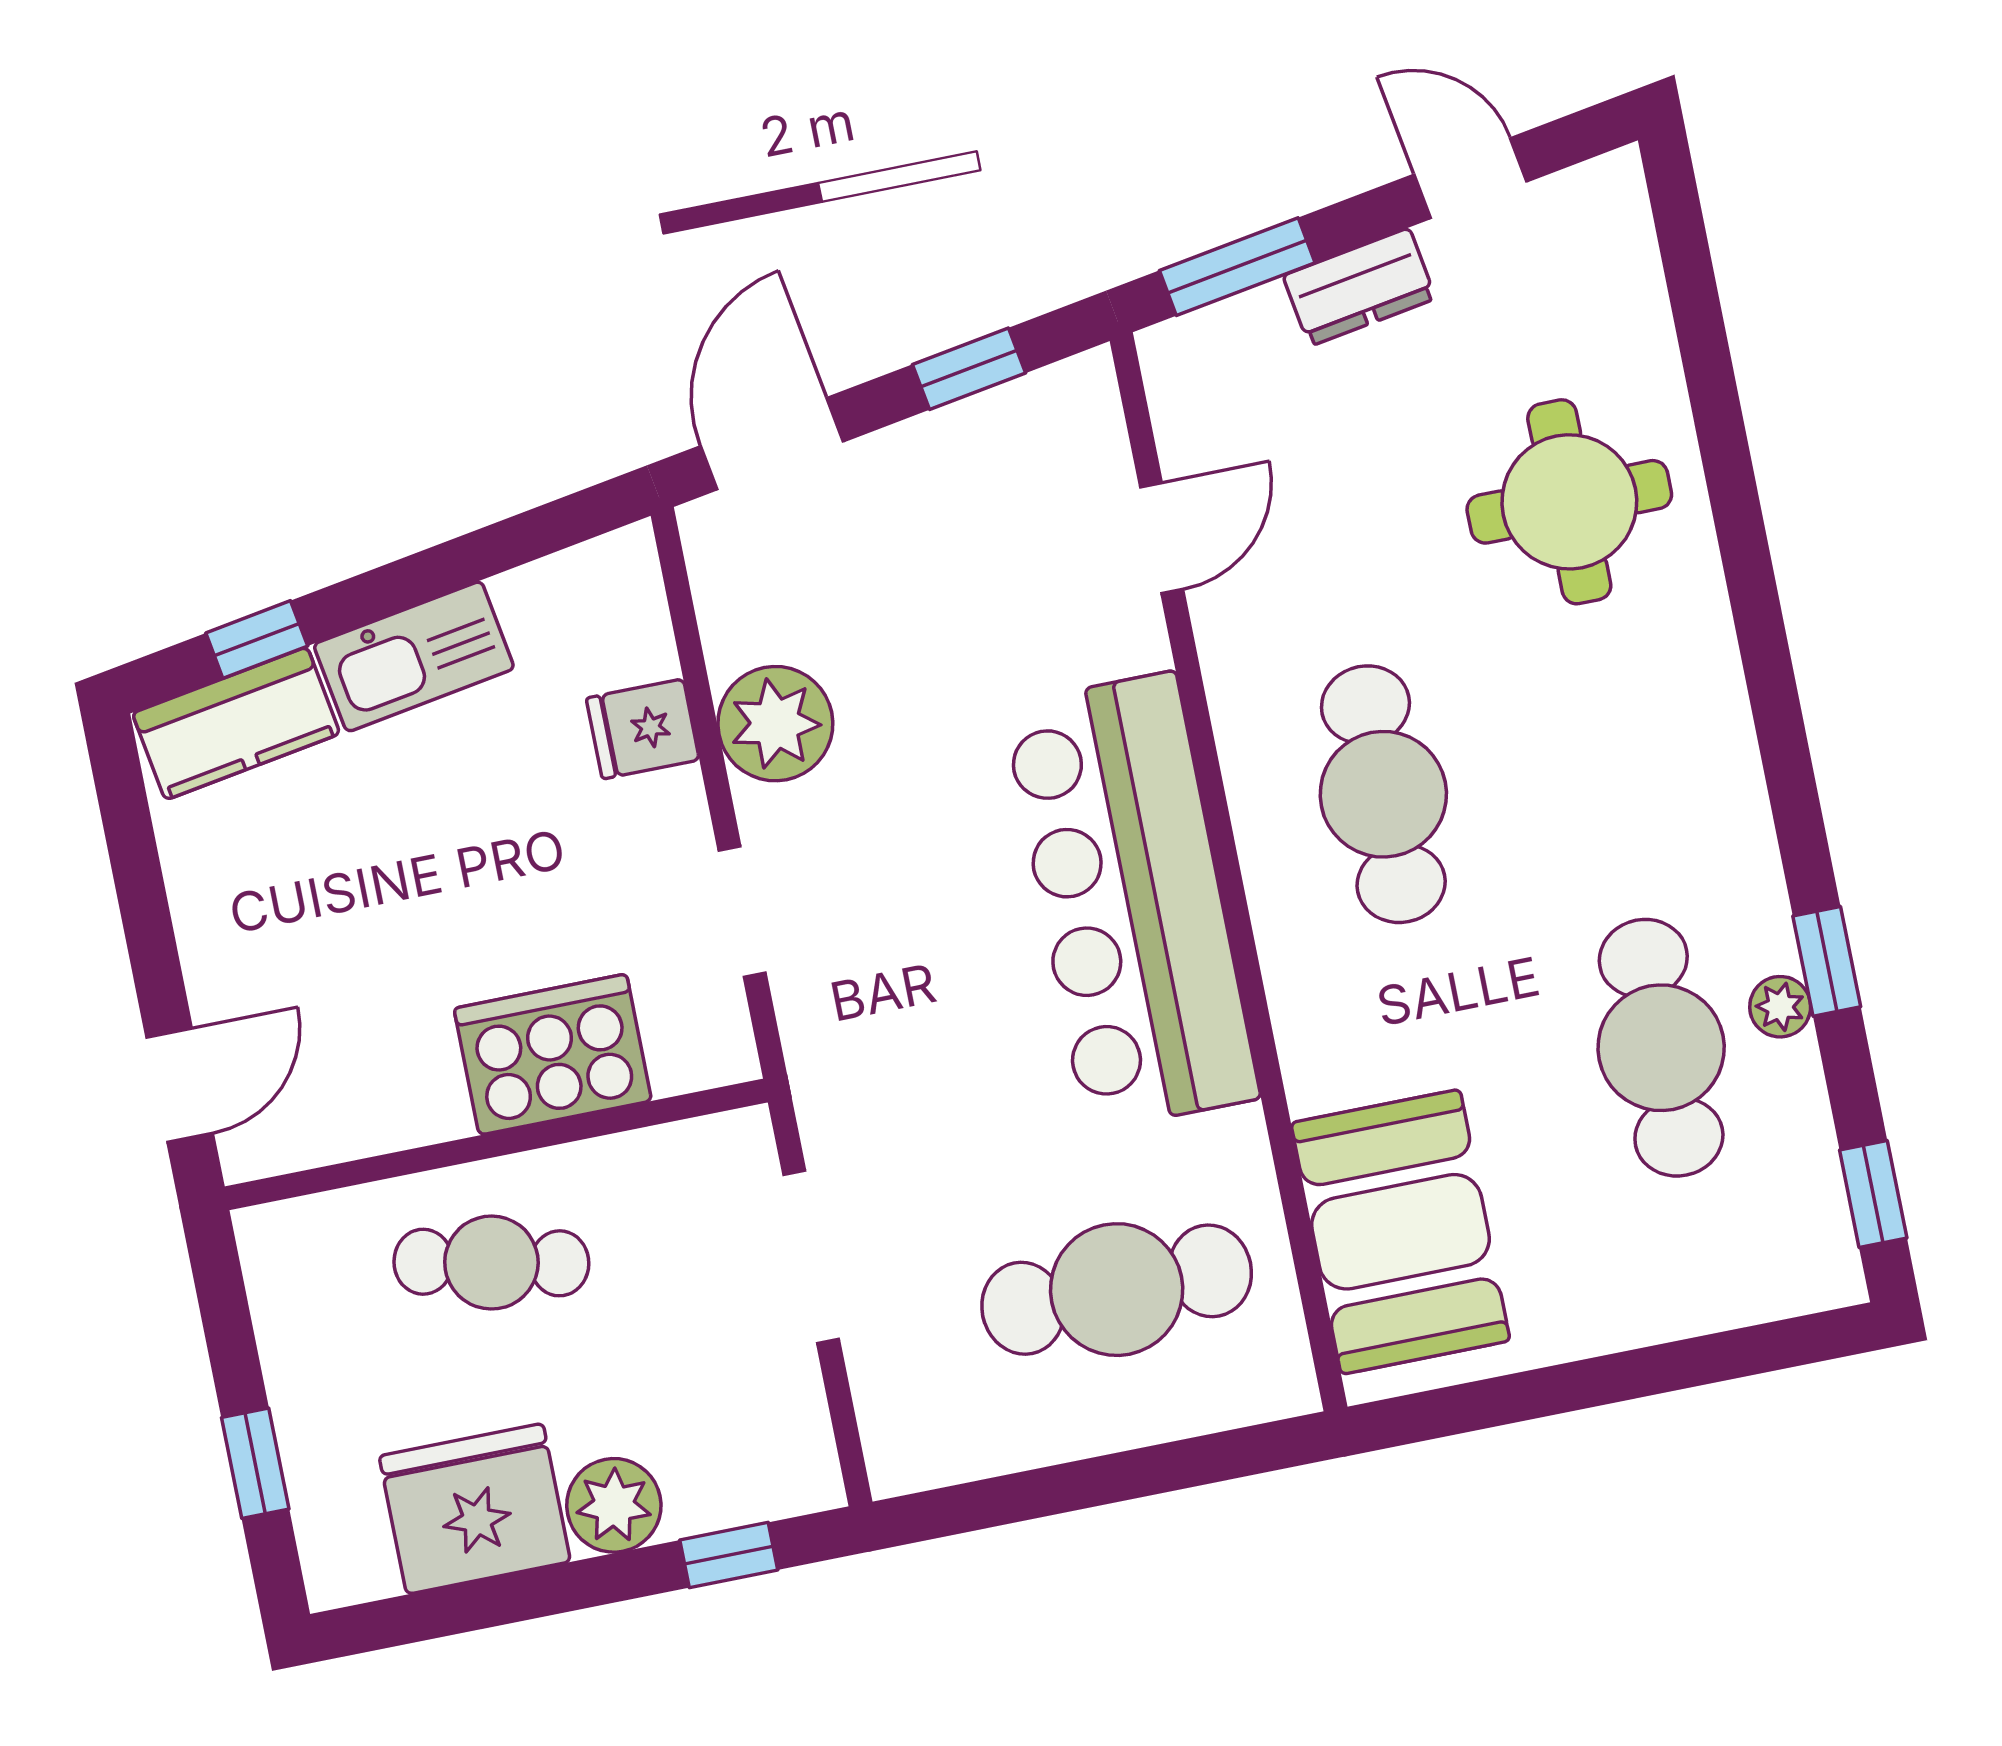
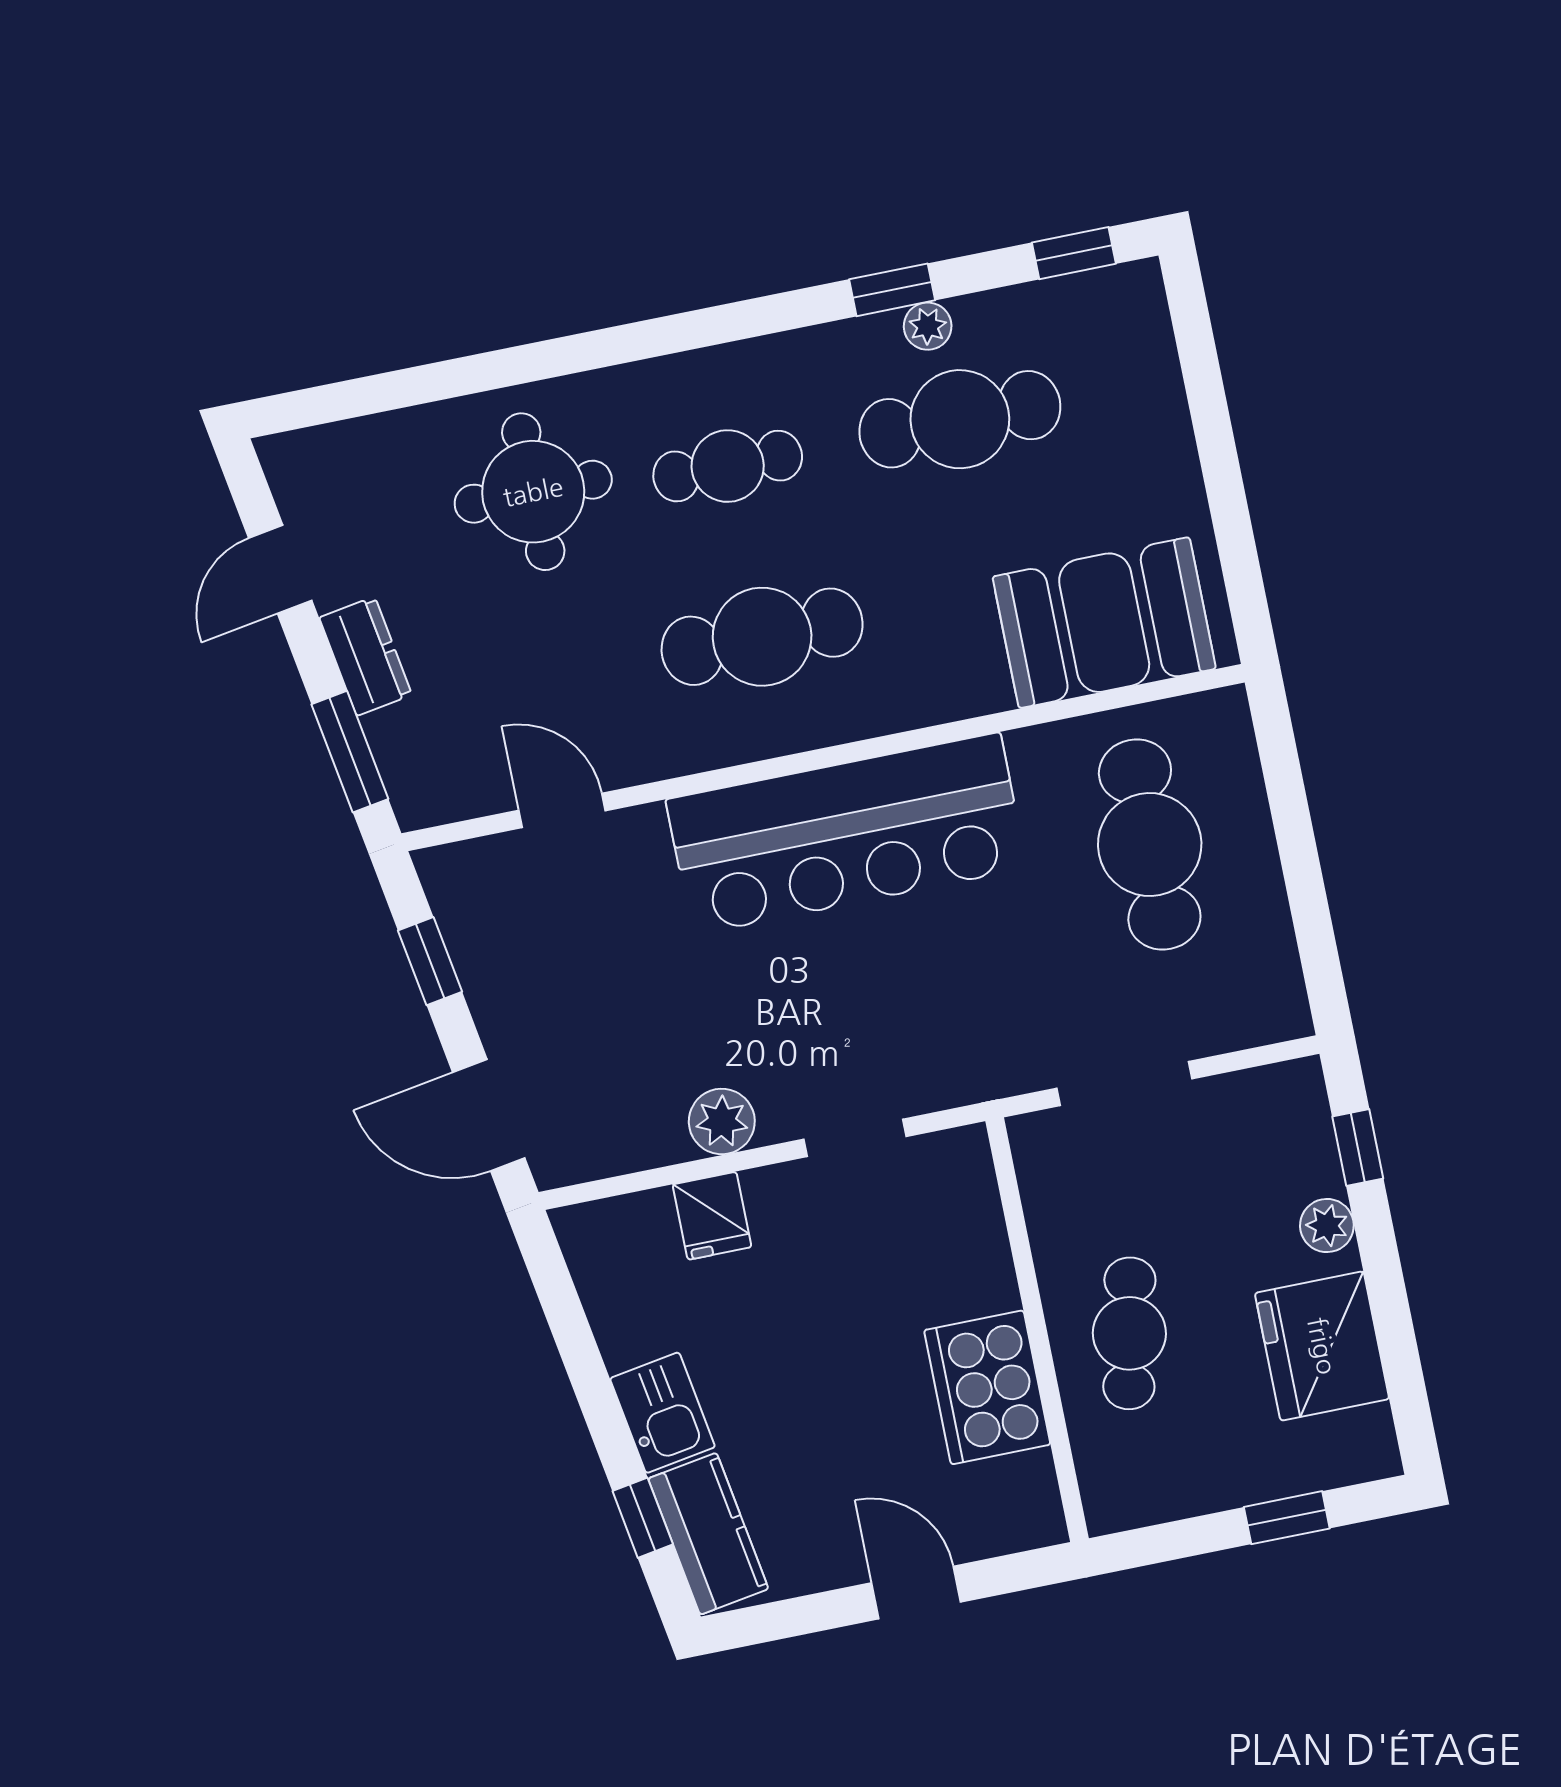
kitchen sink: (414, 656) -> (663, 1413), width x0.73
plant: (775, 724) -> (722, 1121), width x0.73, depth x0.73
cafe table: (1602, 751) -> (728, 466), added
cooker: (553, 1055) -> (987, 1387), moved
door: (180, 1085) -> (916, 1592), moved
plant: (614, 1505) -> (1327, 1226), width x0.73, depth x0.73

